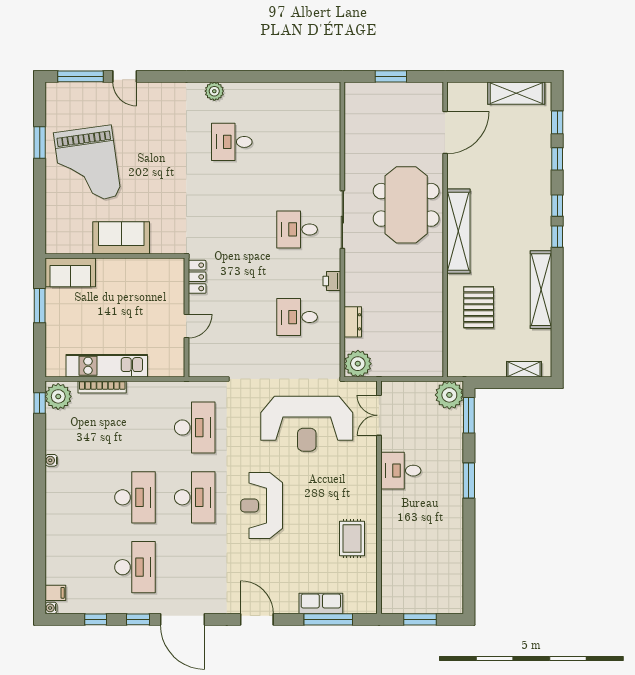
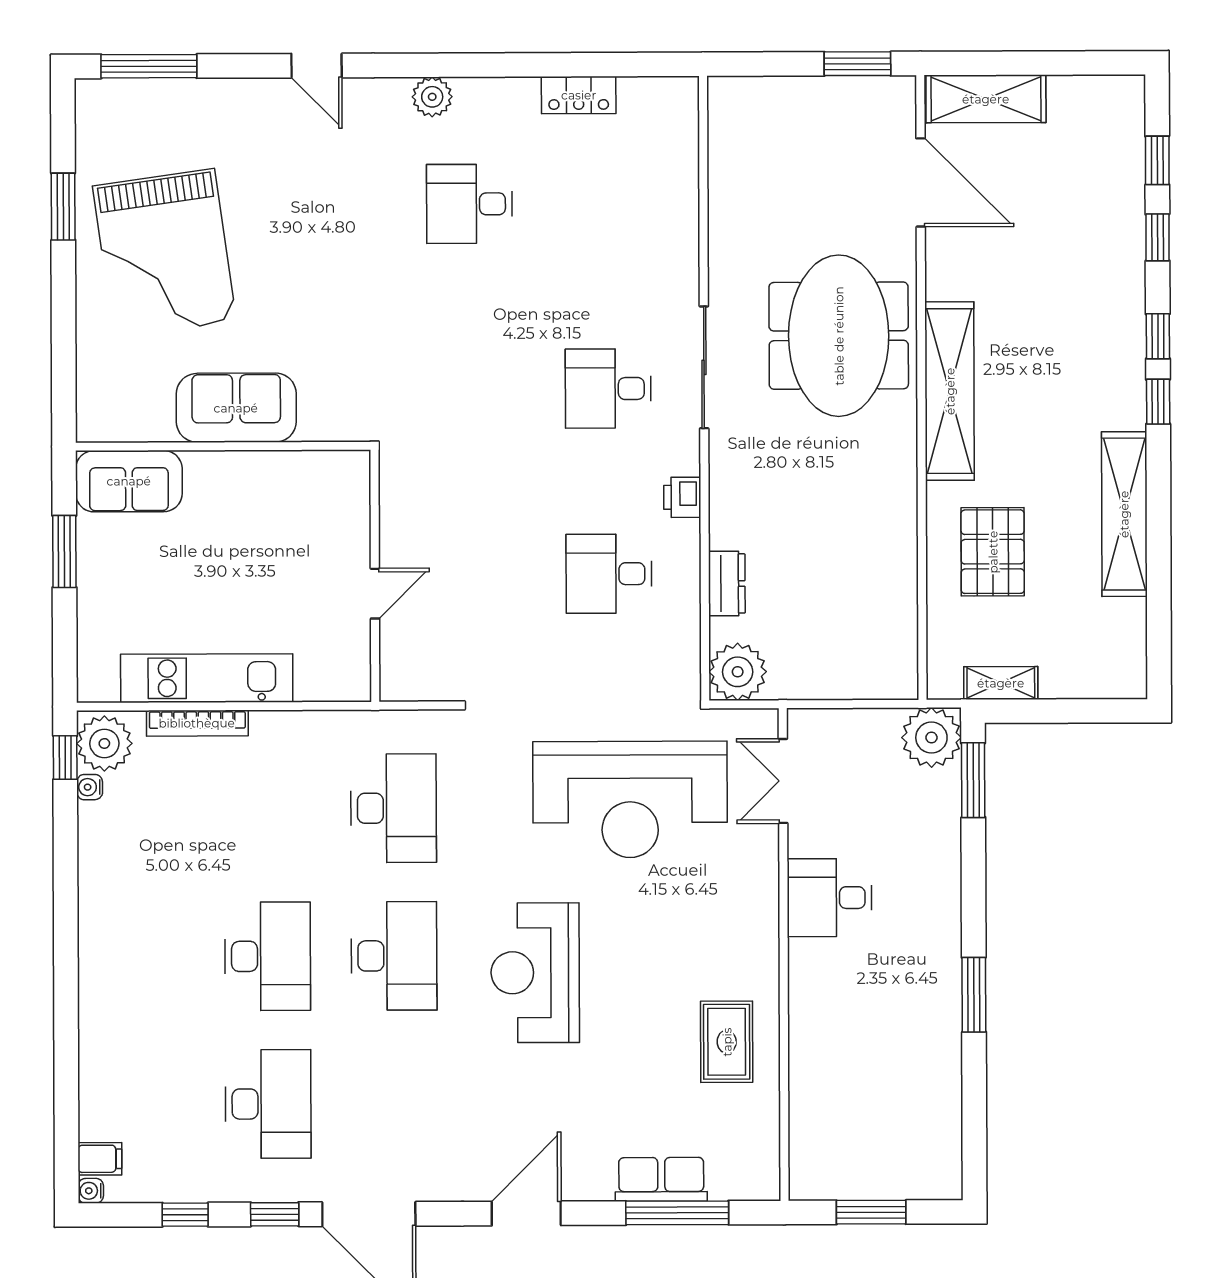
door: (125, 76) -> (316, 66), moved
window: (391, 76) -> (857, 64), moved
shelving: (516, 93) -> (986, 99), moved
door: (445, 132) -> (921, 182), hinge flipped
locker: (197, 277) -> (579, 95), moved, turned 90
shelving: (524, 369) -> (1001, 683), moved
water cooler: (51, 460) -> (90, 787), moved
window: (469, 481) -> (974, 995), moved
door: (257, 619) -> (526, 1213), hinge flipped

